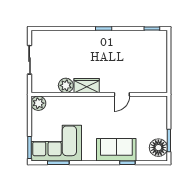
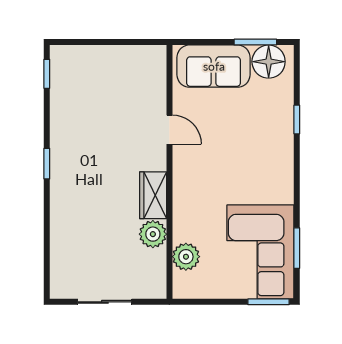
plant: (38, 103) -> (186, 257), moved
sofa: (116, 150) -> (214, 66), moved, turned -90

